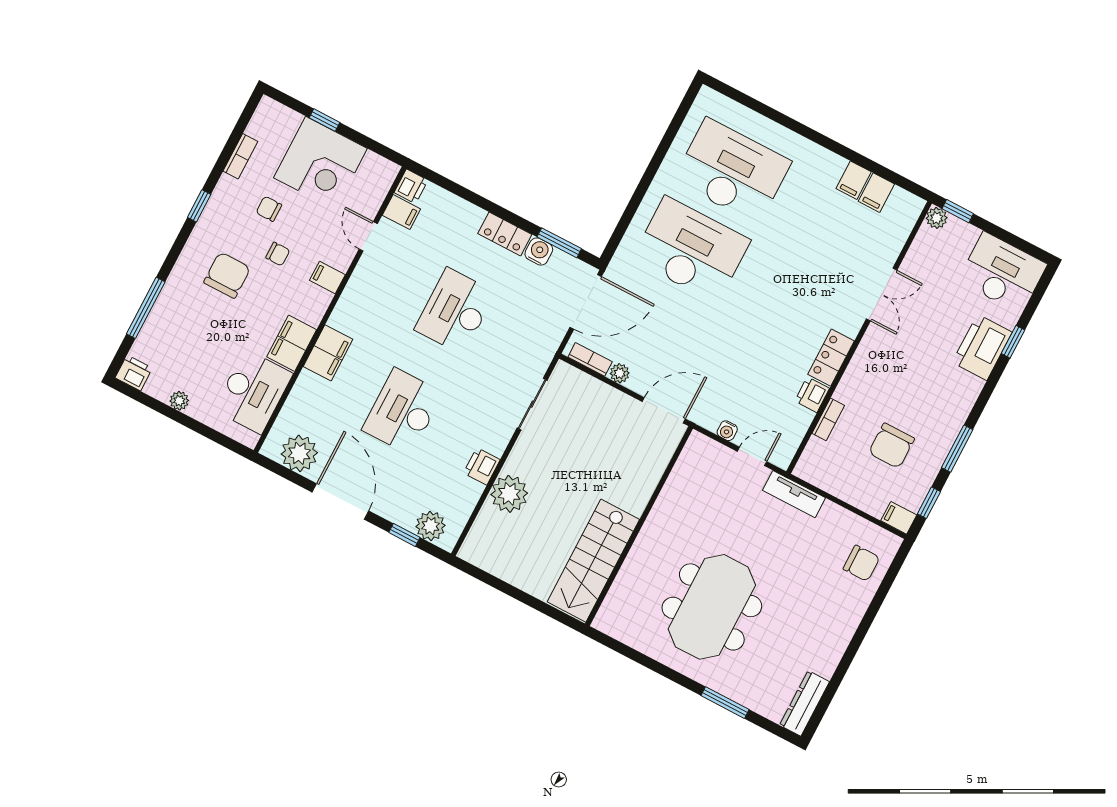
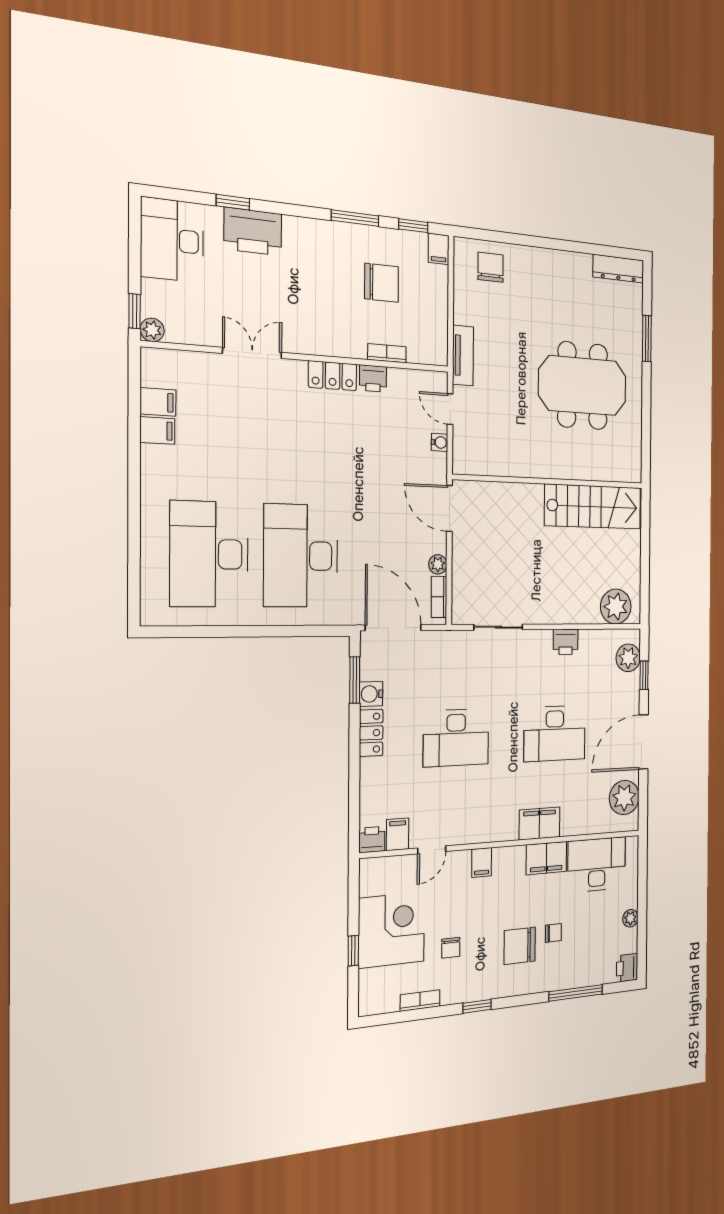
chair: (278, 254) -> (553, 933), moved, turned 90
plant: (509, 494) -> (616, 607), moved

